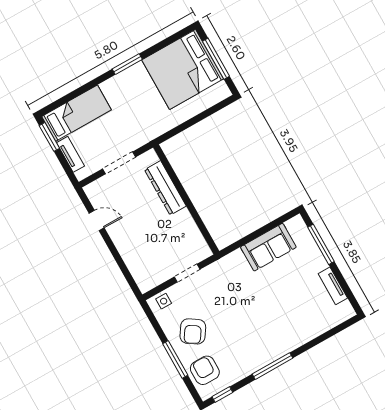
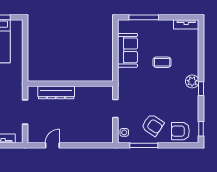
tv unit: (333, 286) -> (186, 24), moved
coffee table: (278, 299) -> (162, 62), added
plant: (275, 350) -> (192, 81), added
window: (175, 359) -> (144, 145), moved
window: (273, 366) -> (201, 89), width x0.46

